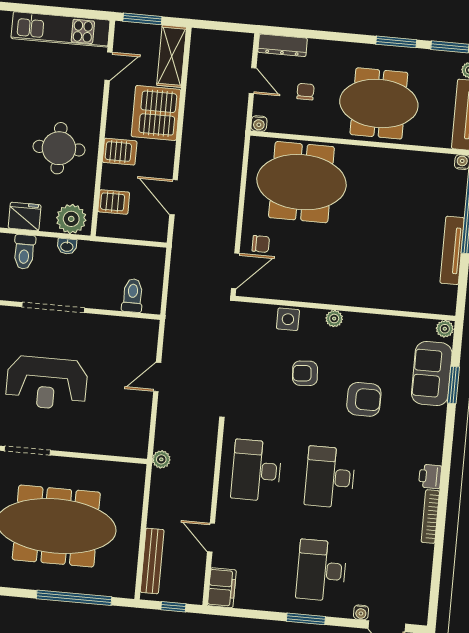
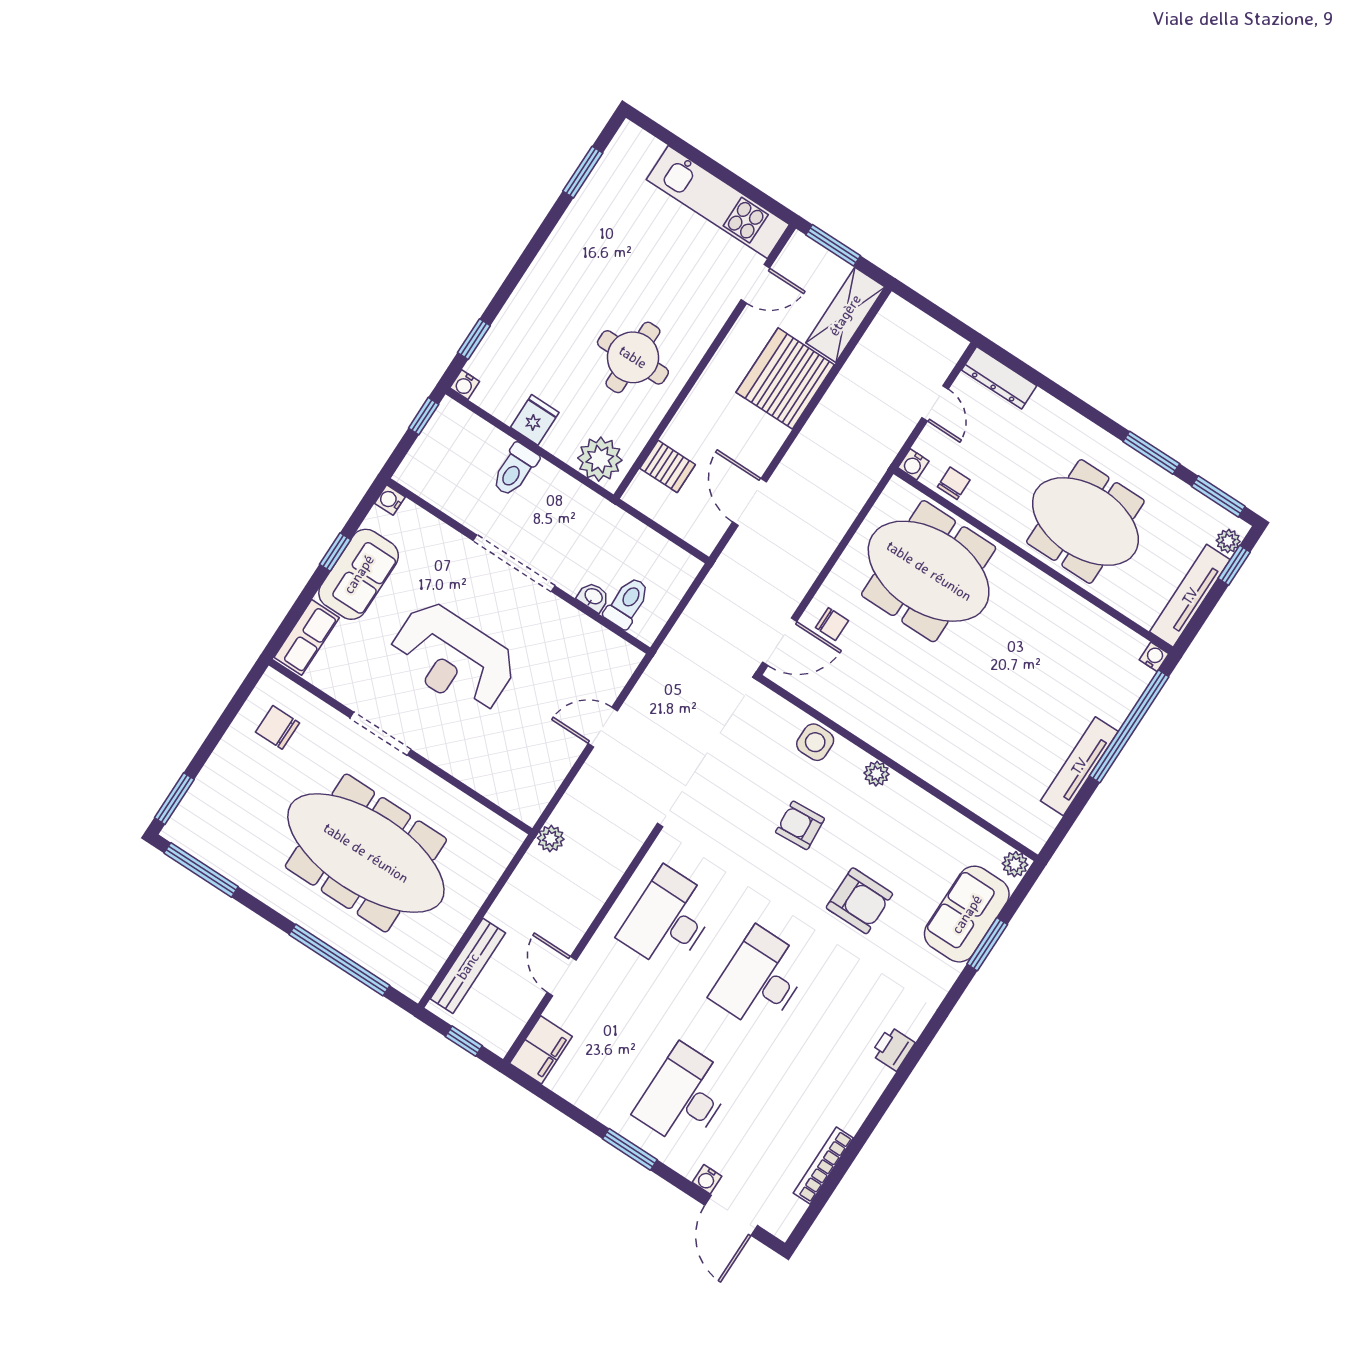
chair: (305, 92) -> (954, 483), moved
server rack: (120, 152) -> (710, 404), removed
fridge: (25, 216) -> (535, 420), width x0.72
washbasin: (67, 246) -> (593, 597), moved, turned 180
bookcase: (430, 517) -> (823, 1165), moved

